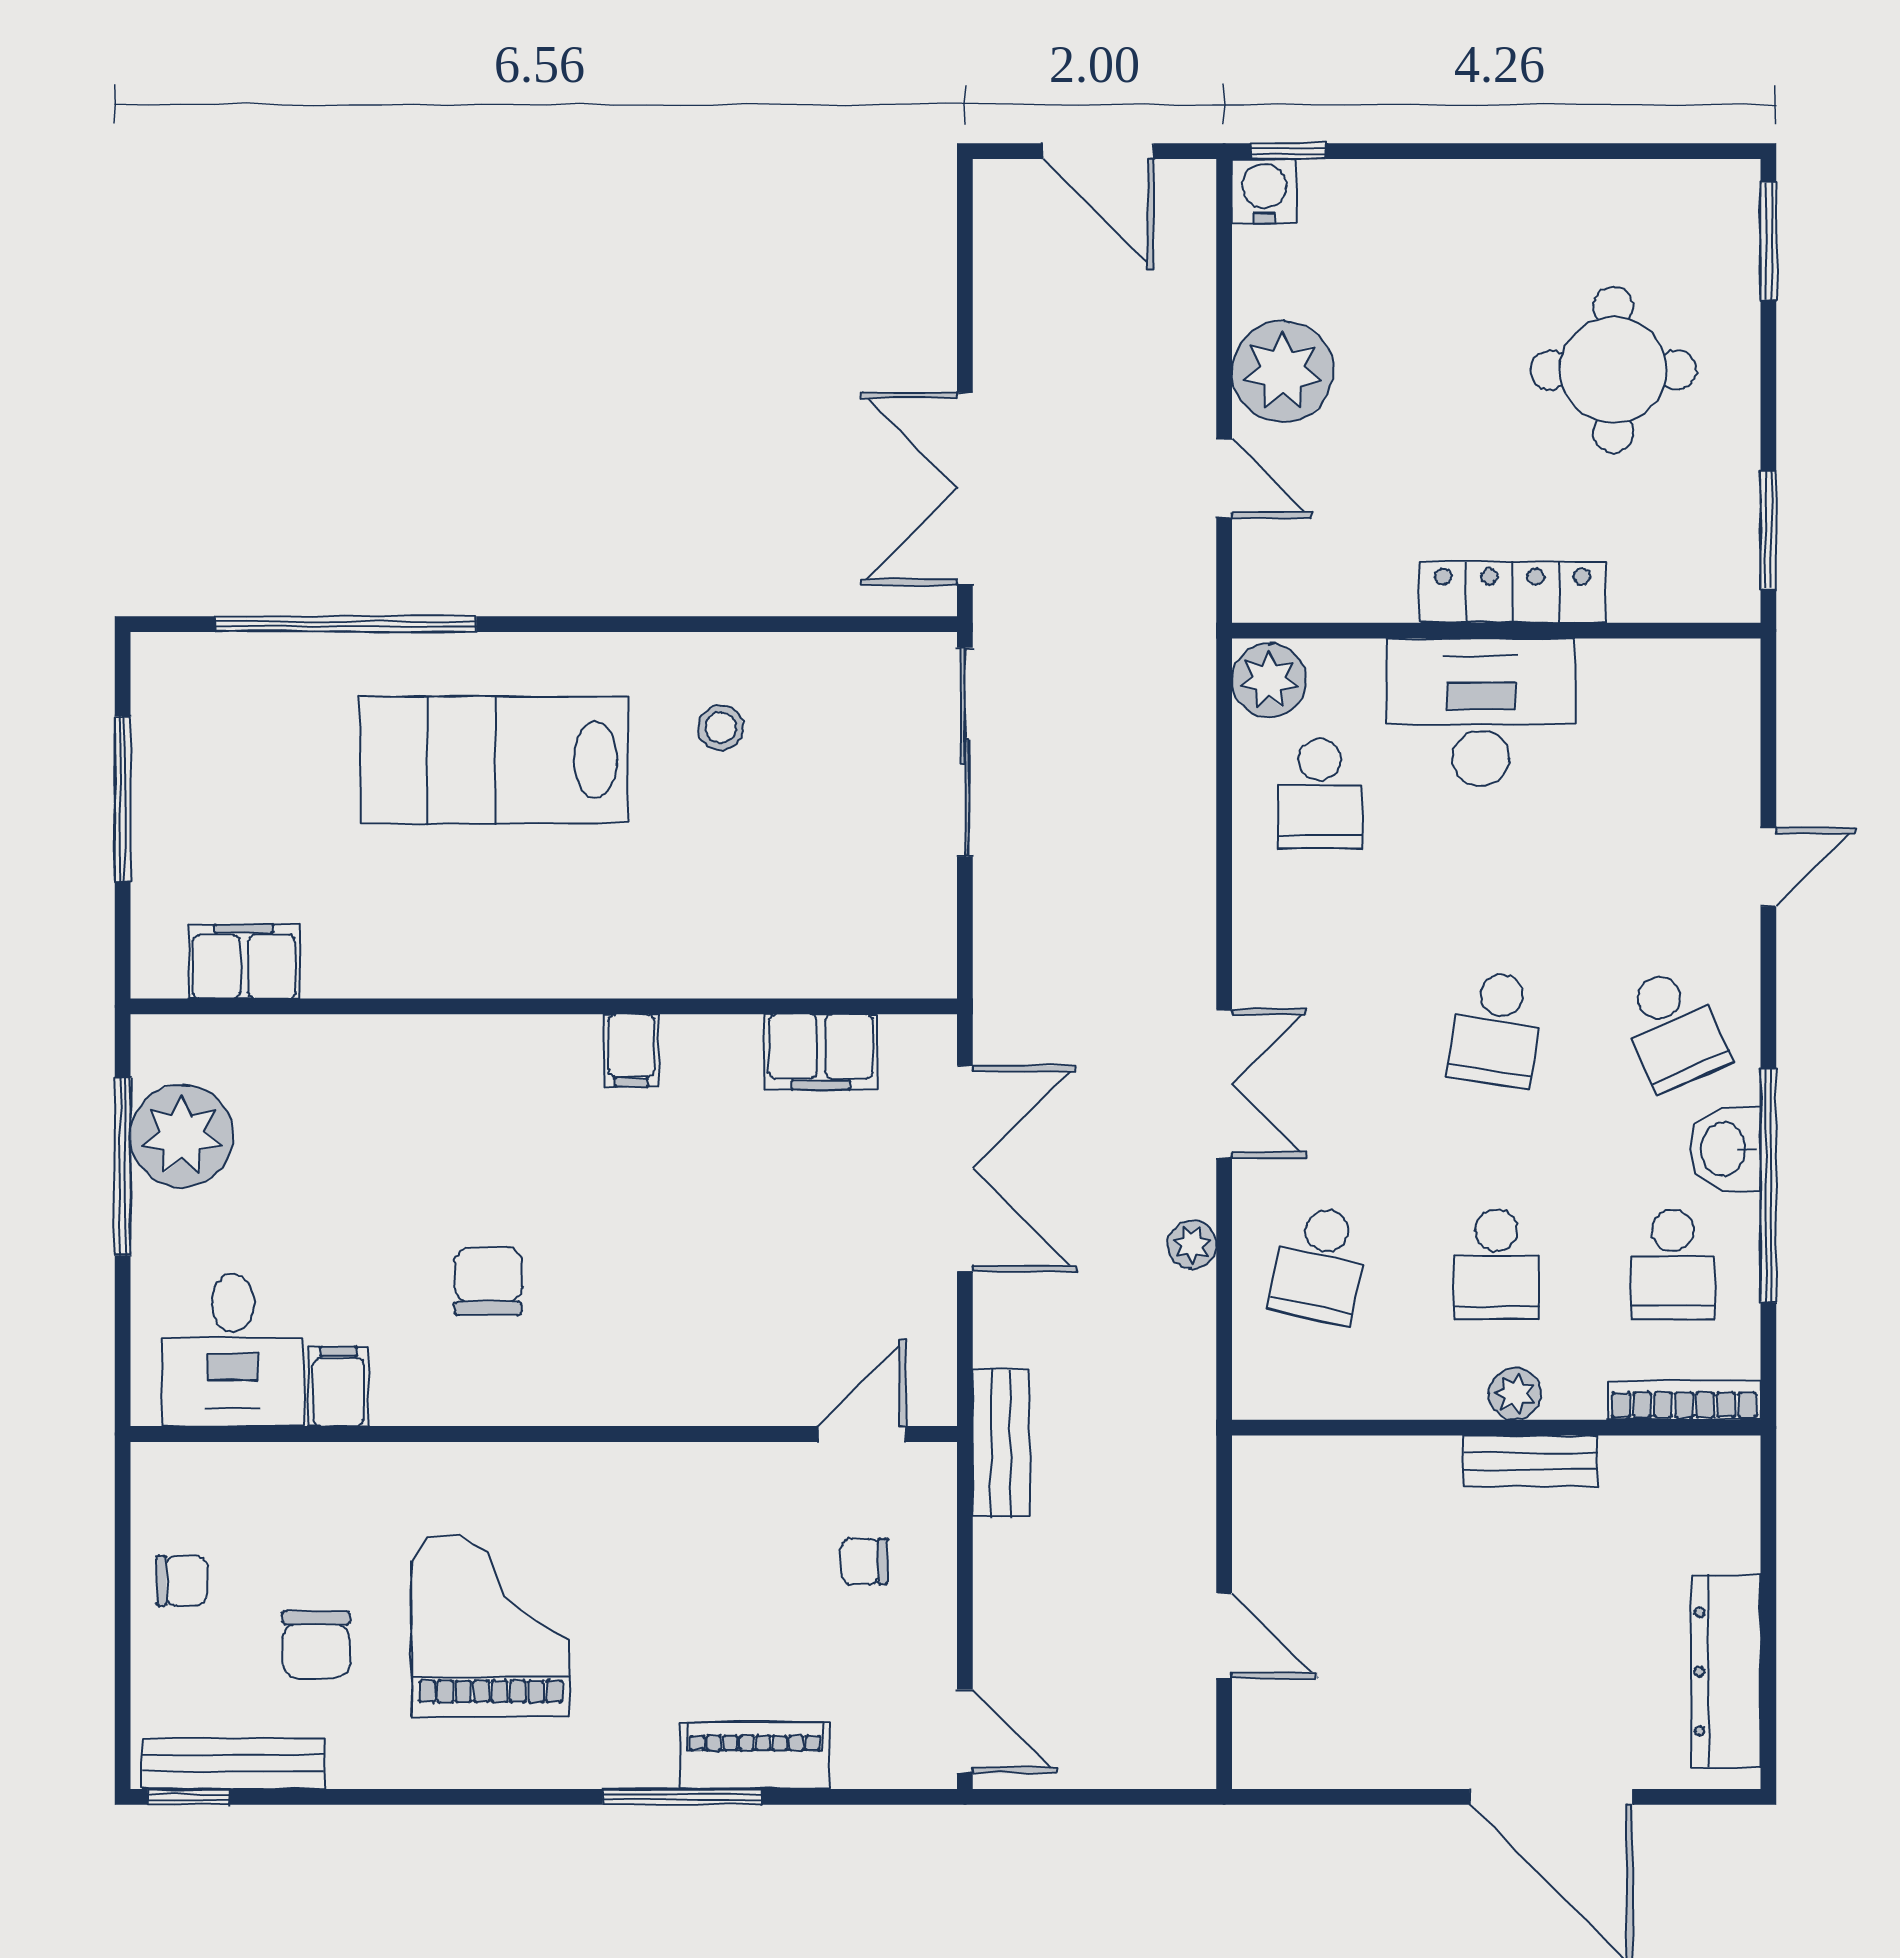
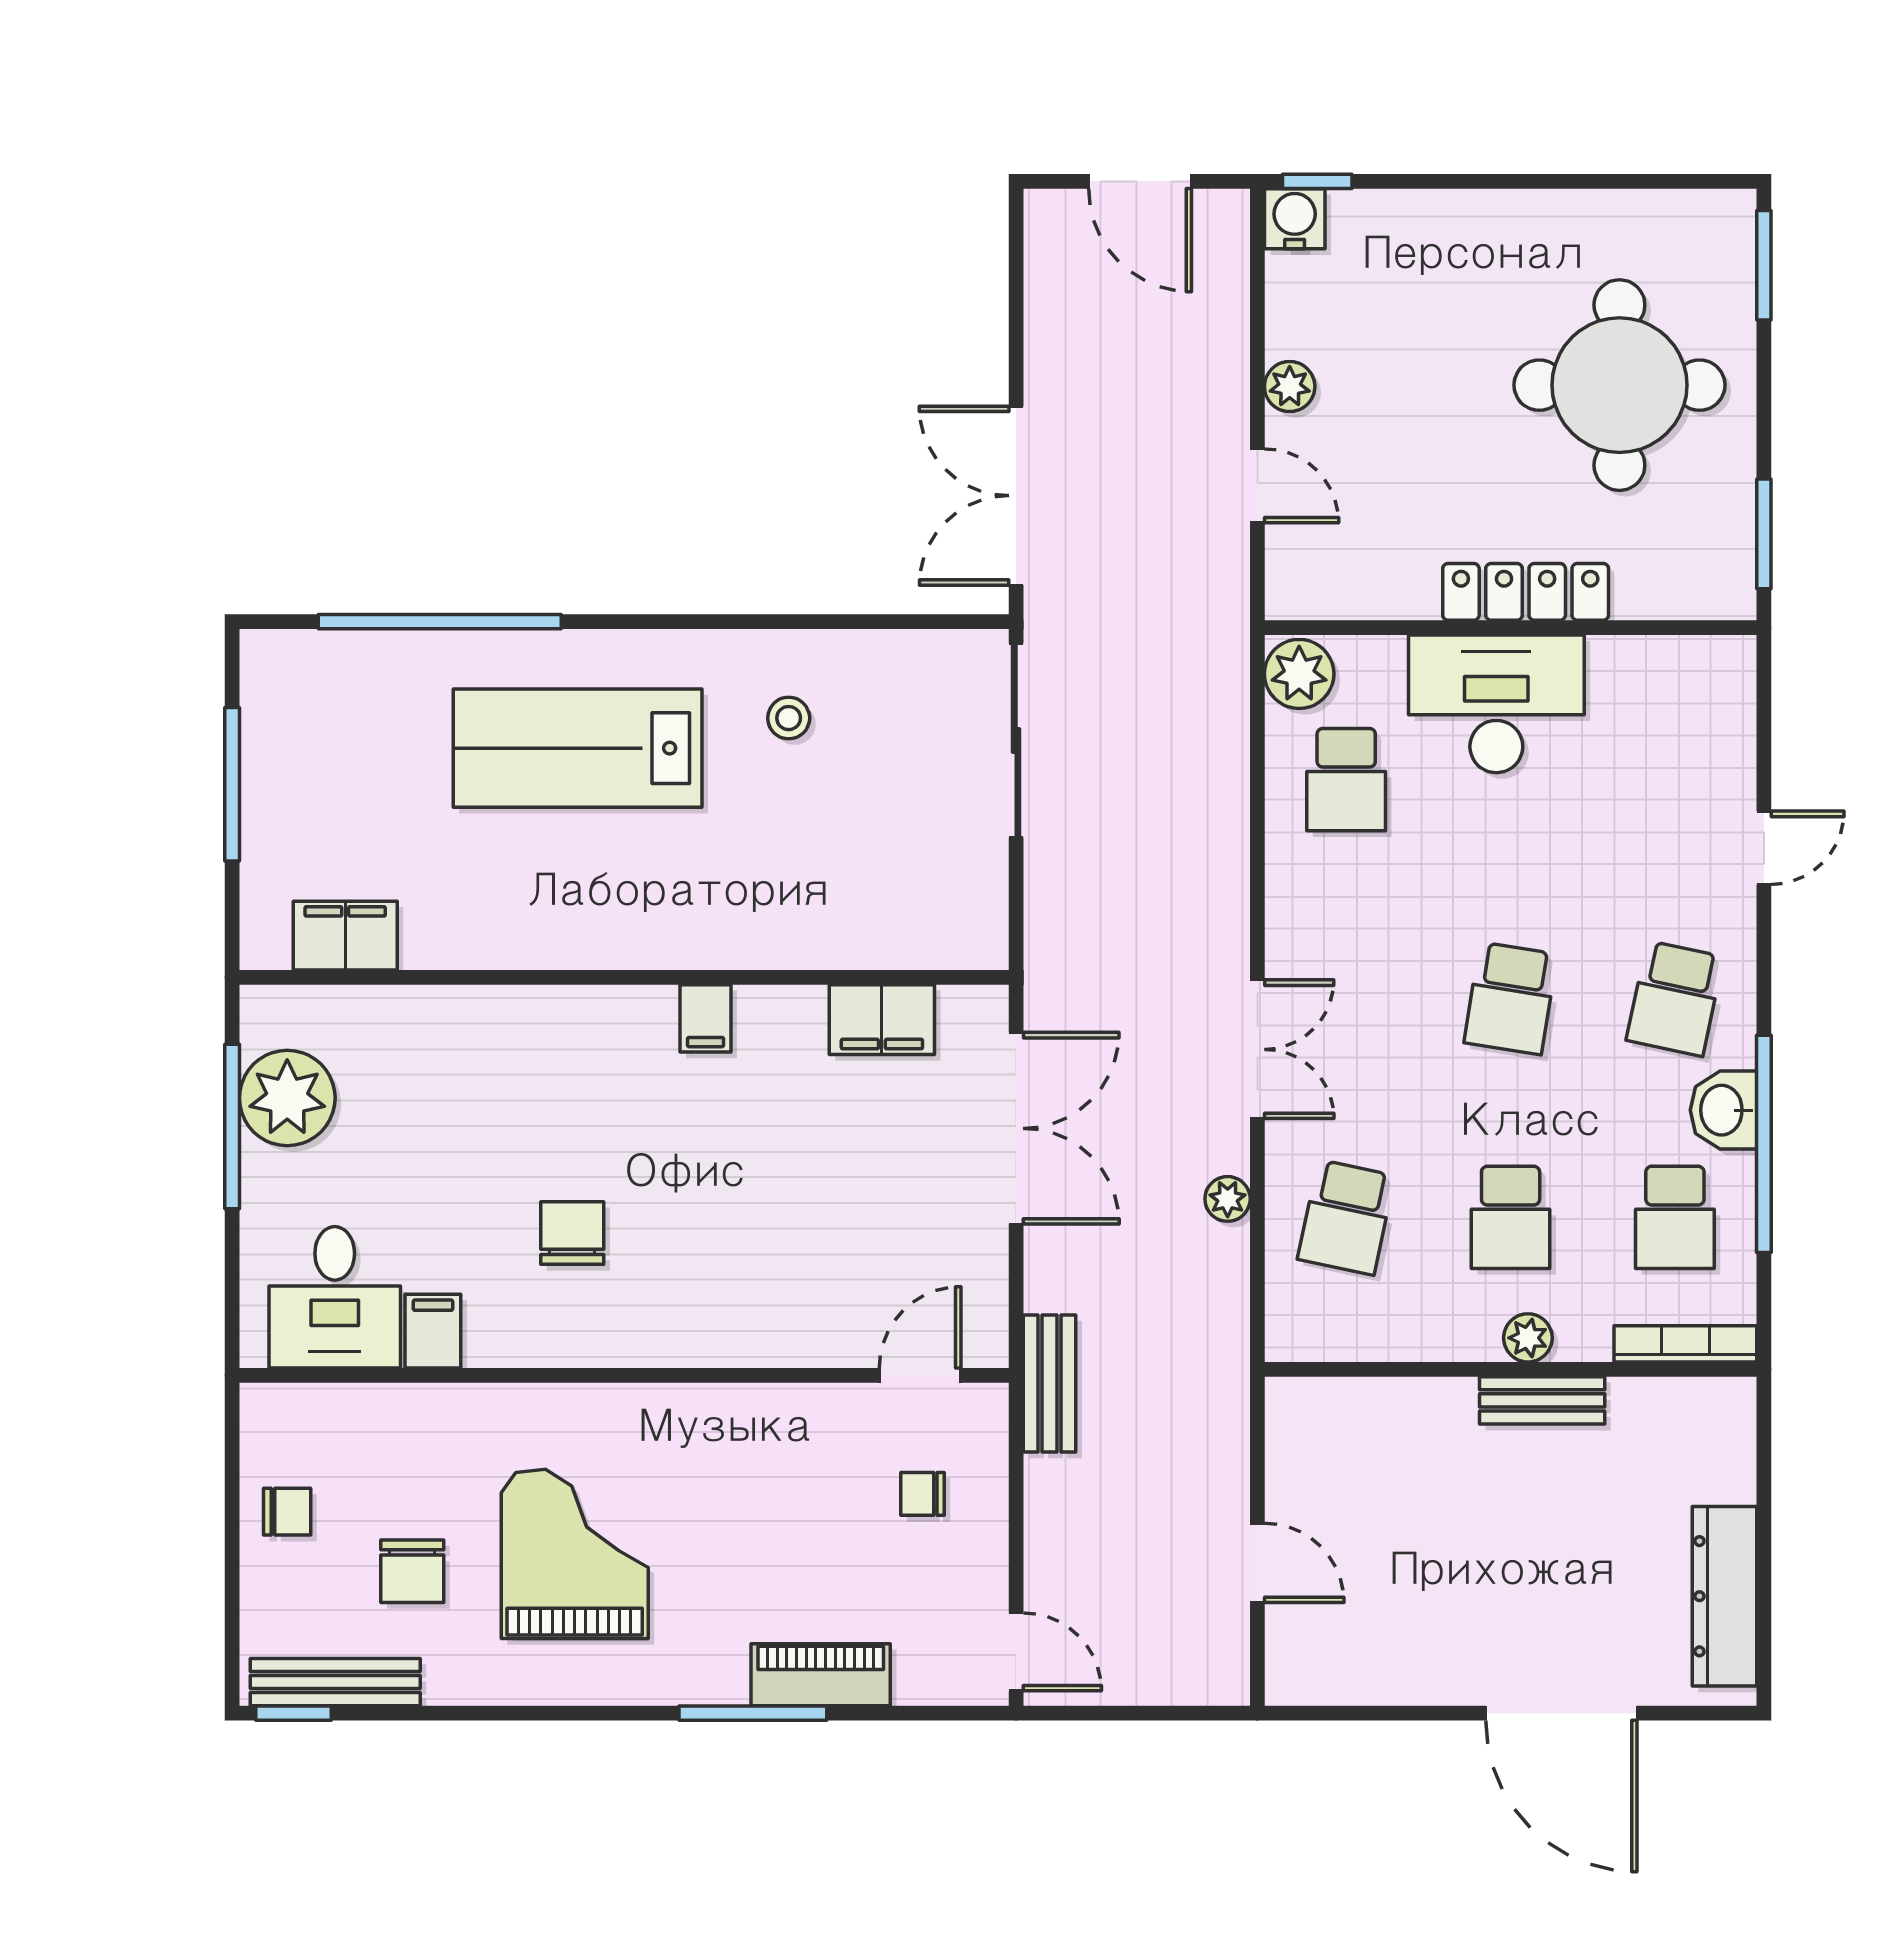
round table: (1613, 370) -> (1619, 385), width x1.36, depth x1.36
plant: (1283, 371) -> (1290, 387), width x0.53, depth x0.53
school desk: (1673, 1029) -> (1675, 998), turned 36

